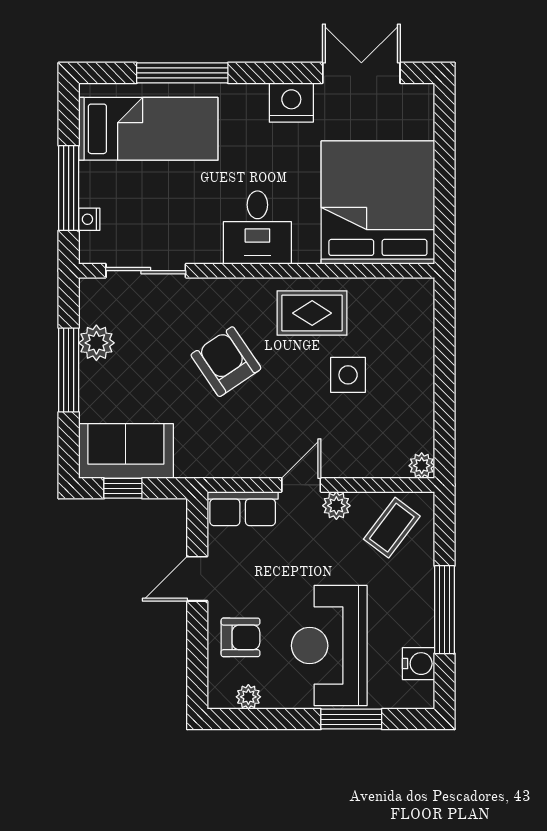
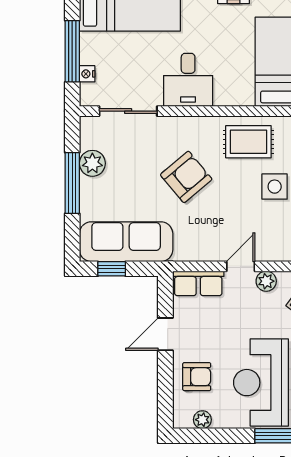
desk: (257, 227) -> (188, 80), moved
armchair: (226, 362) -> (186, 177), turned 84
sofa: (126, 451) -> (126, 242), width x1.36

